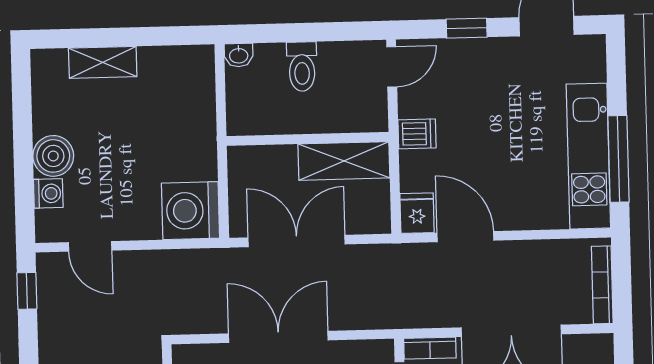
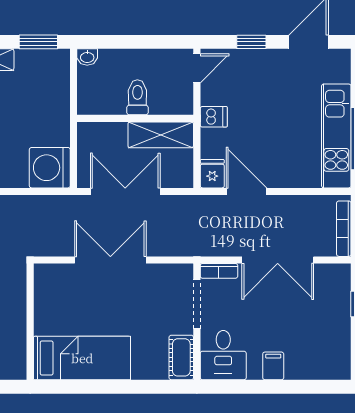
window: (170, 36) -> (38, 42), added
toilet: (302, 67) -> (137, 97), moved, turned 180

